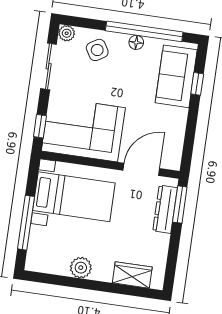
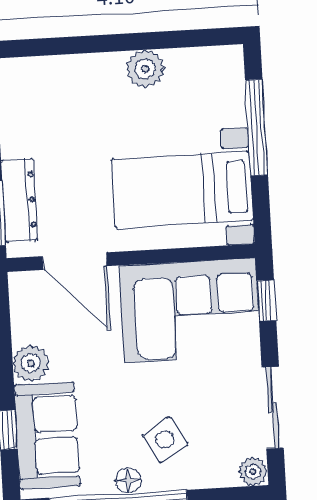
side table: (97, 50) -> (165, 440), moved
plant: (177, 118) -> (31, 363), added
door: (141, 169) -> (75, 261), hinge flipped
wardrobe: (132, 275) -> (53, 74), removed

